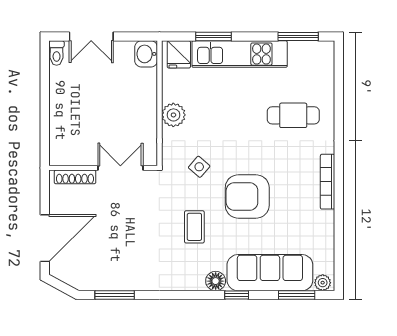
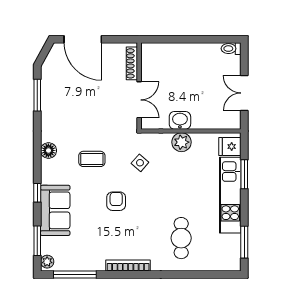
double door: (91, 36) -> (244, 93), moved
washbasin: (146, 54) -> (180, 120), moved
armchair: (247, 196) -> (116, 201), width x0.53, depth x0.53
window: (339, 248) -> (75, 275), added
sofa: (270, 273) -> (55, 210), width x0.73
floor lamp: (216, 281) -> (48, 150), moved

